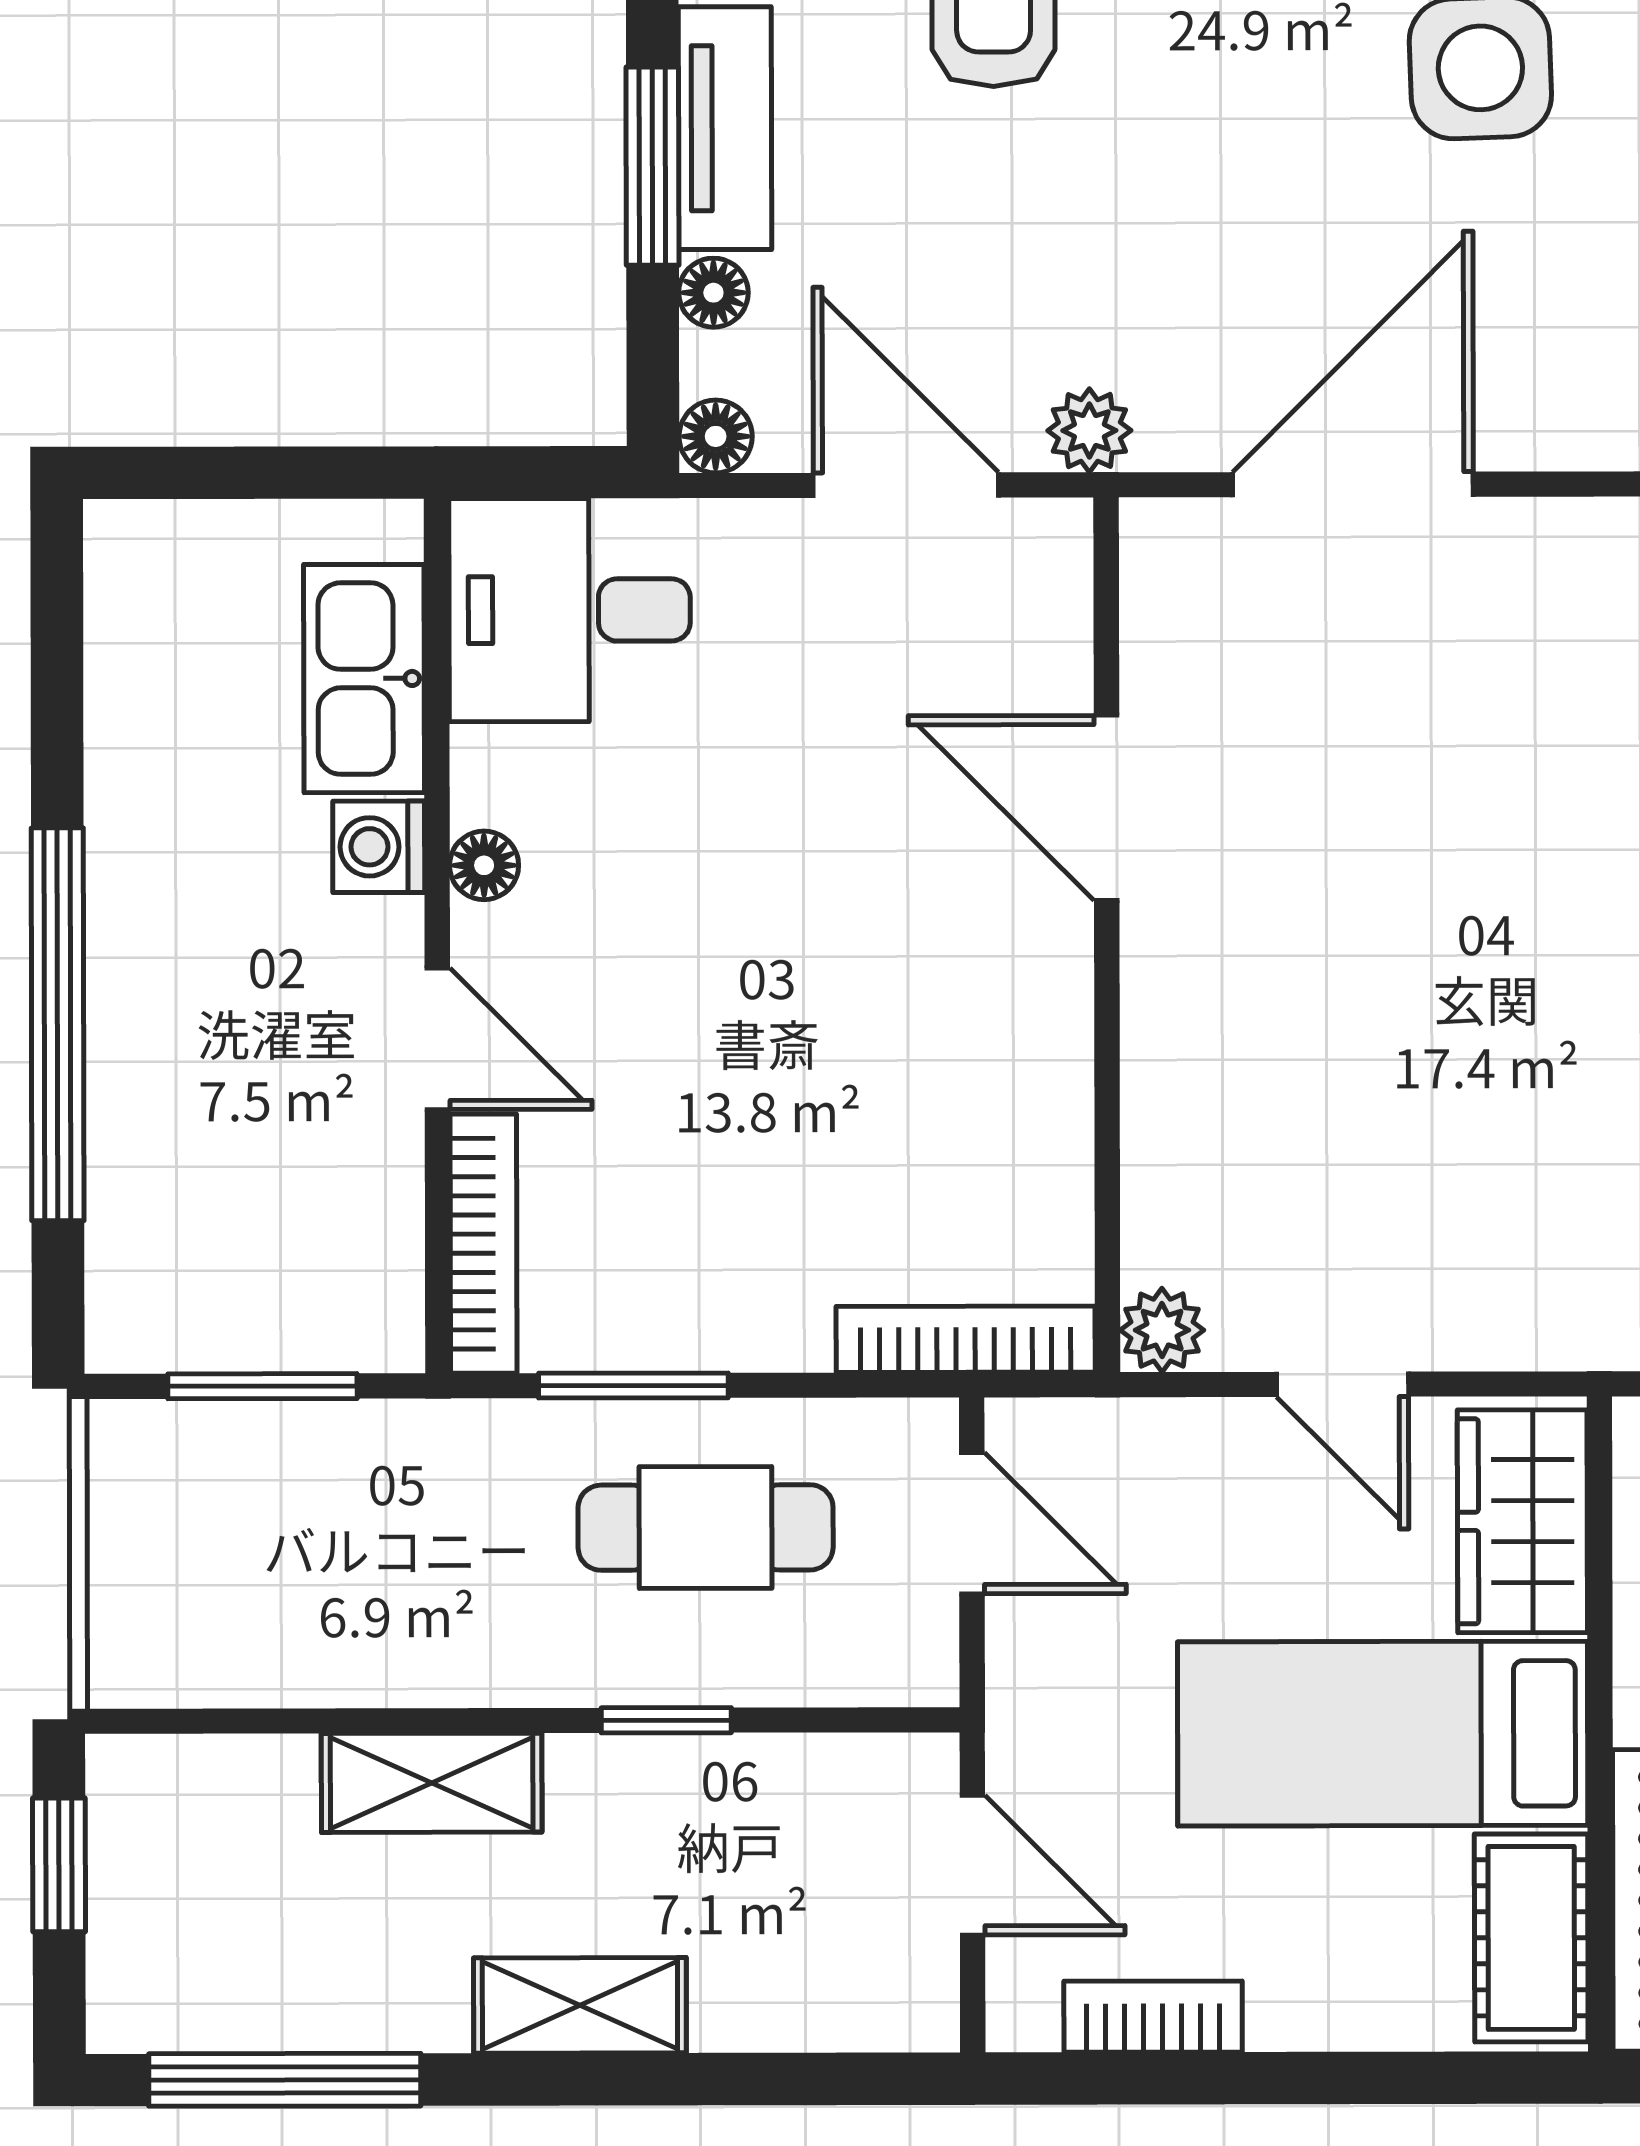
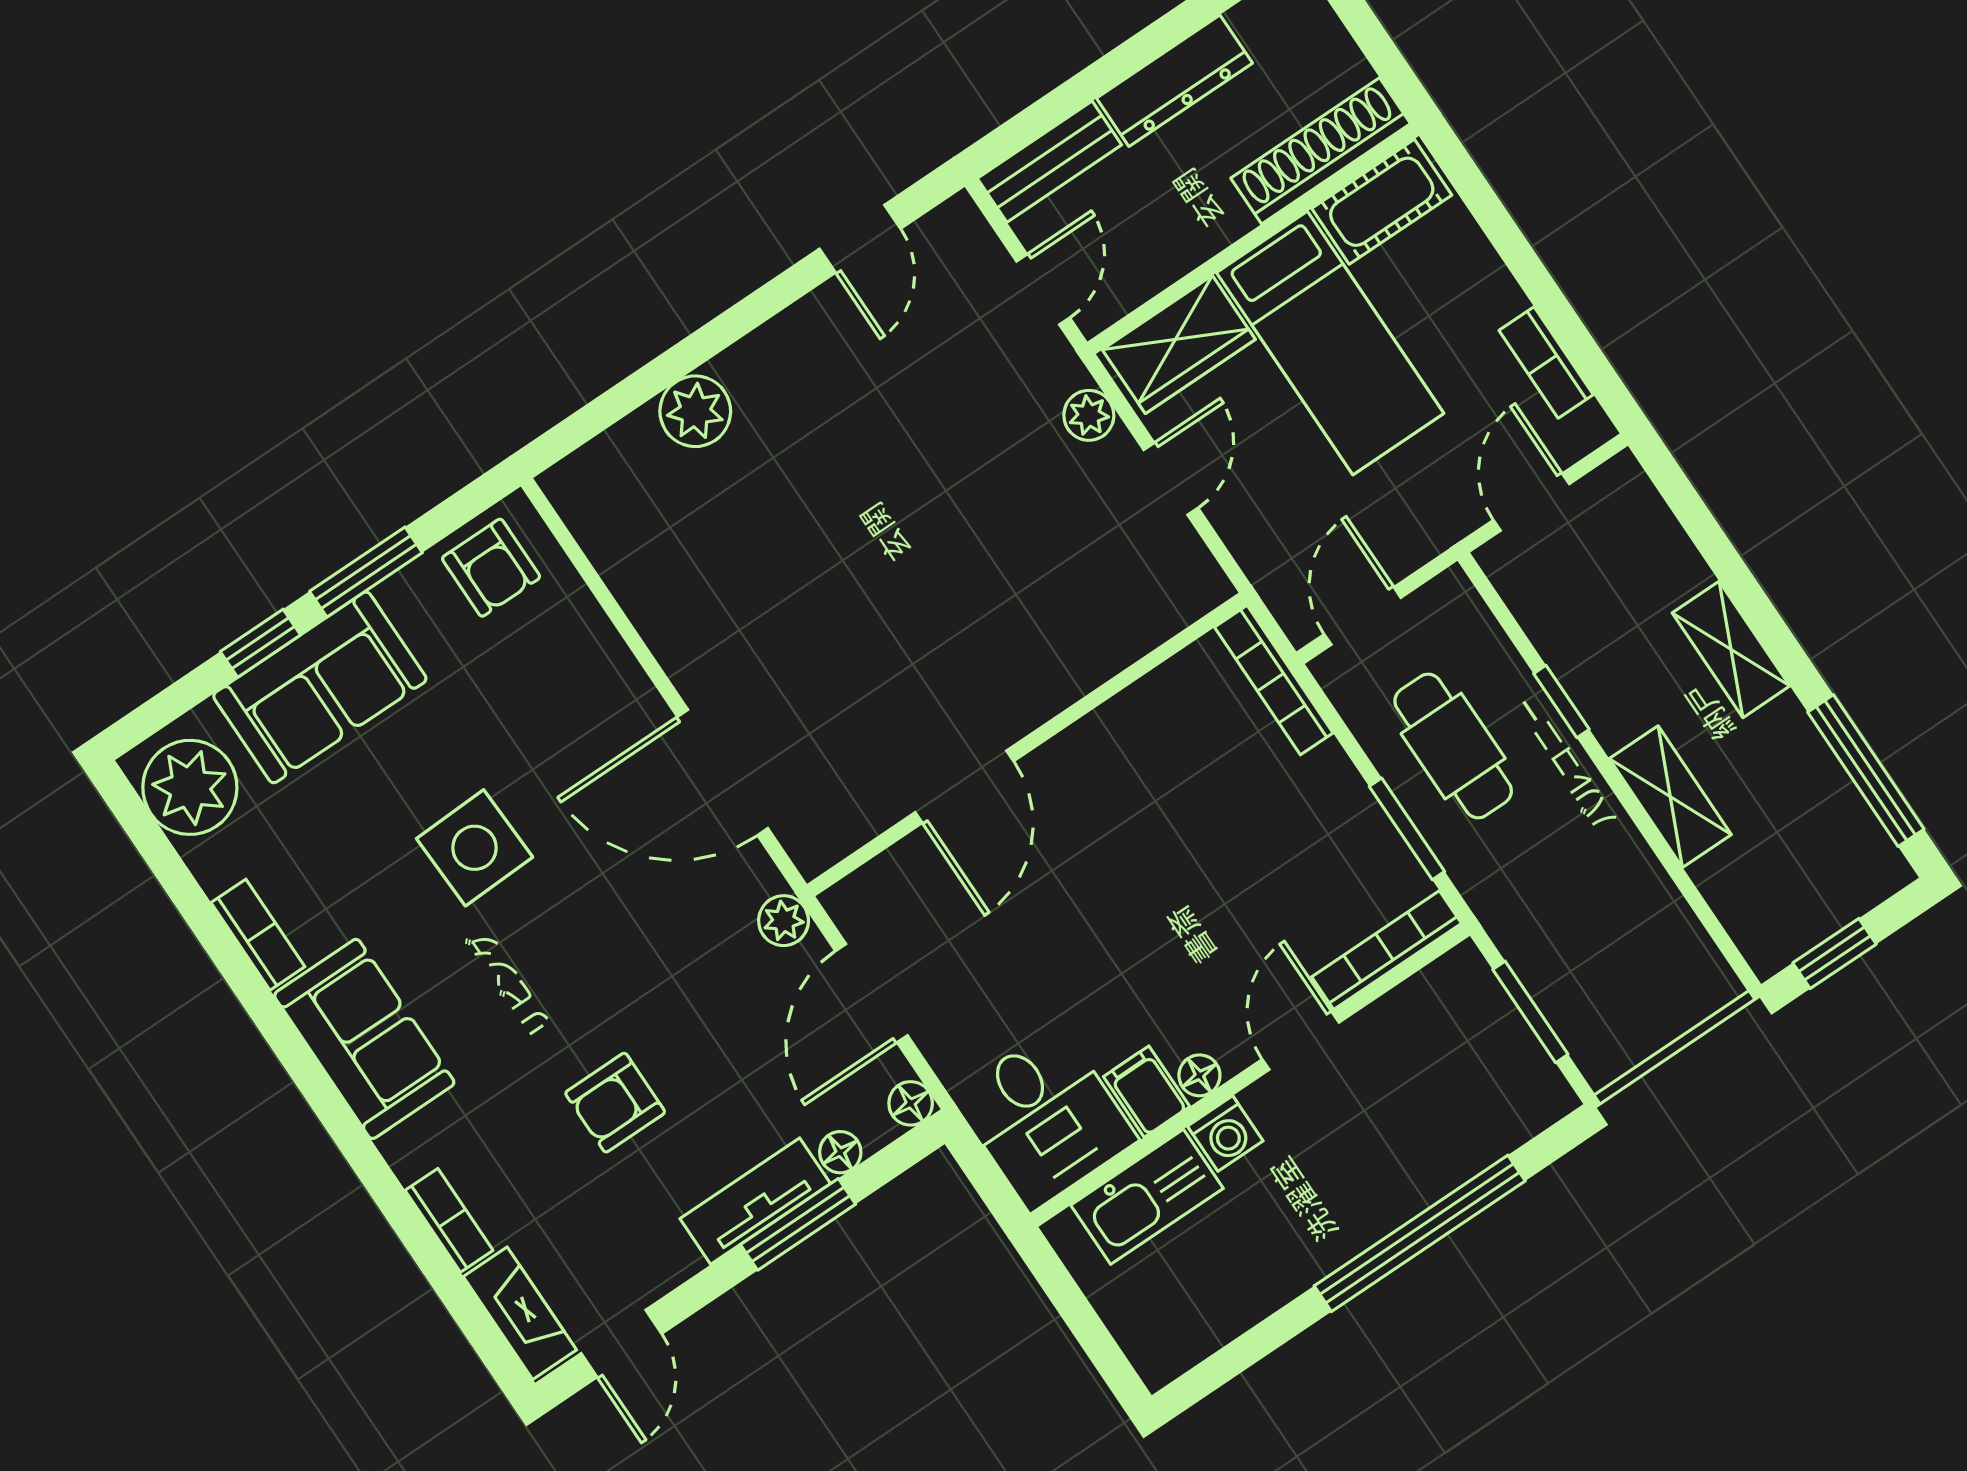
filing cabinet: (511, 776) -> (1147, 1092), added
plant: (1162, 1330) -> (1089, 415), moved

